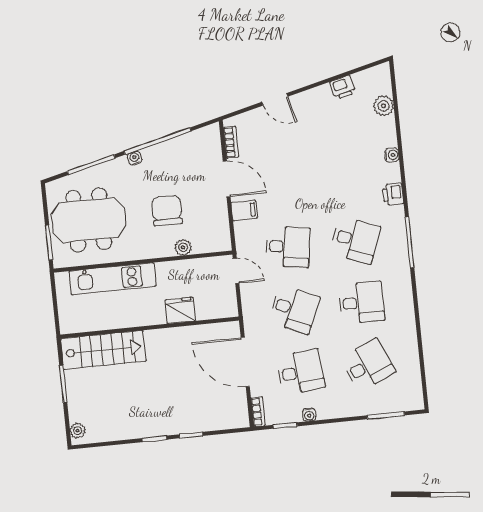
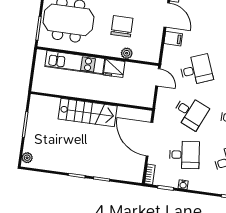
desk: (288, 247) -> (196, 70), turned -30
fridge: (180, 310) -> (114, 68), moved, turned 180
stairs: (103, 350) -> (88, 113), moved

